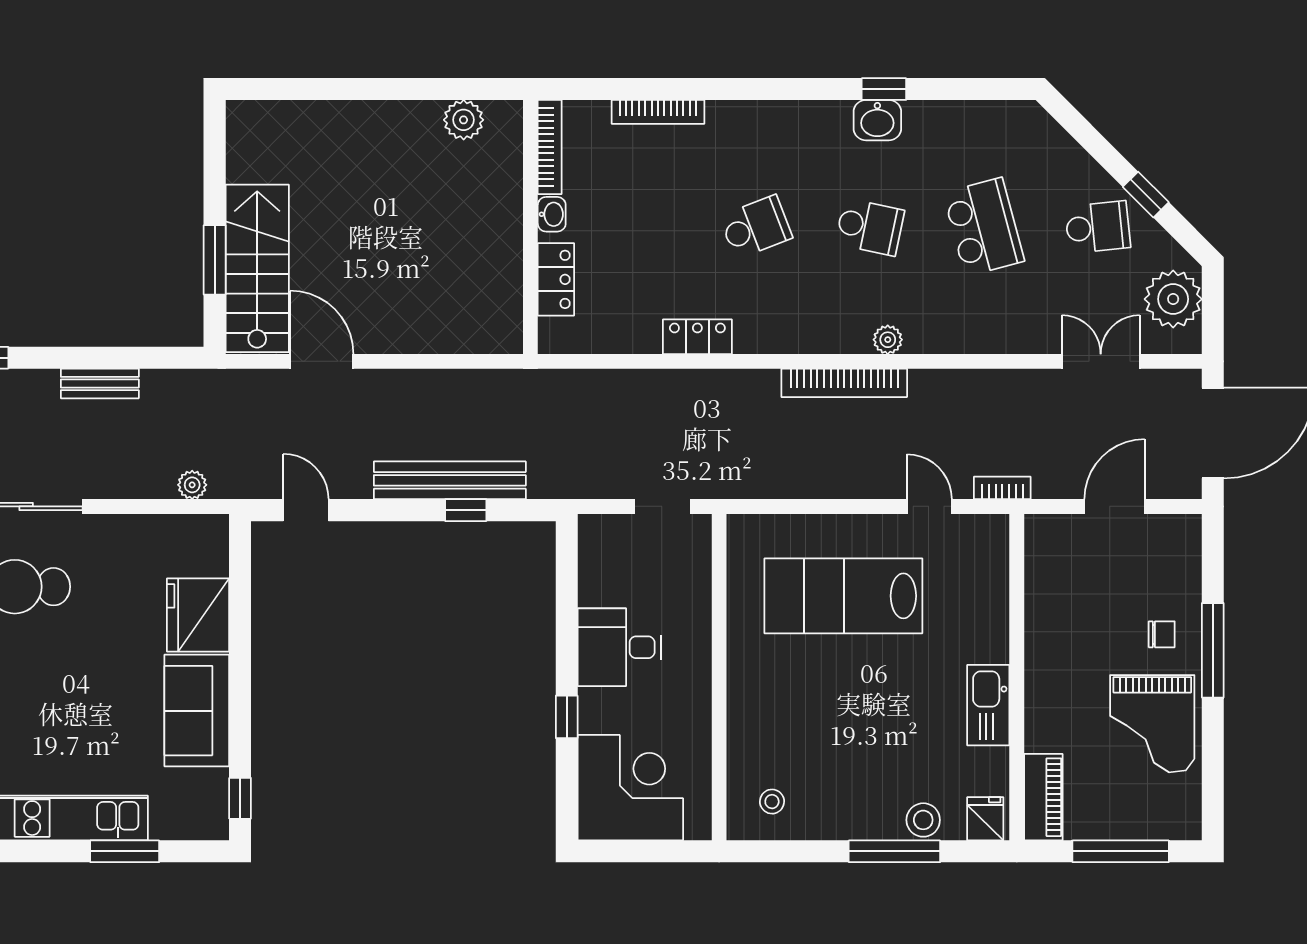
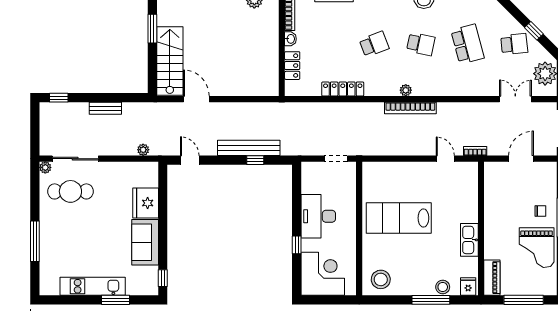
window: (215, 260) -> (152, 29), moved
locker: (697, 337) -> (343, 89), width x1.53
plant: (888, 340) -> (406, 90), moved
lab bench: (843, 596) -> (399, 218), moved
desk: (619, 647) -> (318, 216), width x1.37
stool: (772, 802) -> (381, 279), width x1.89, depth x1.89

